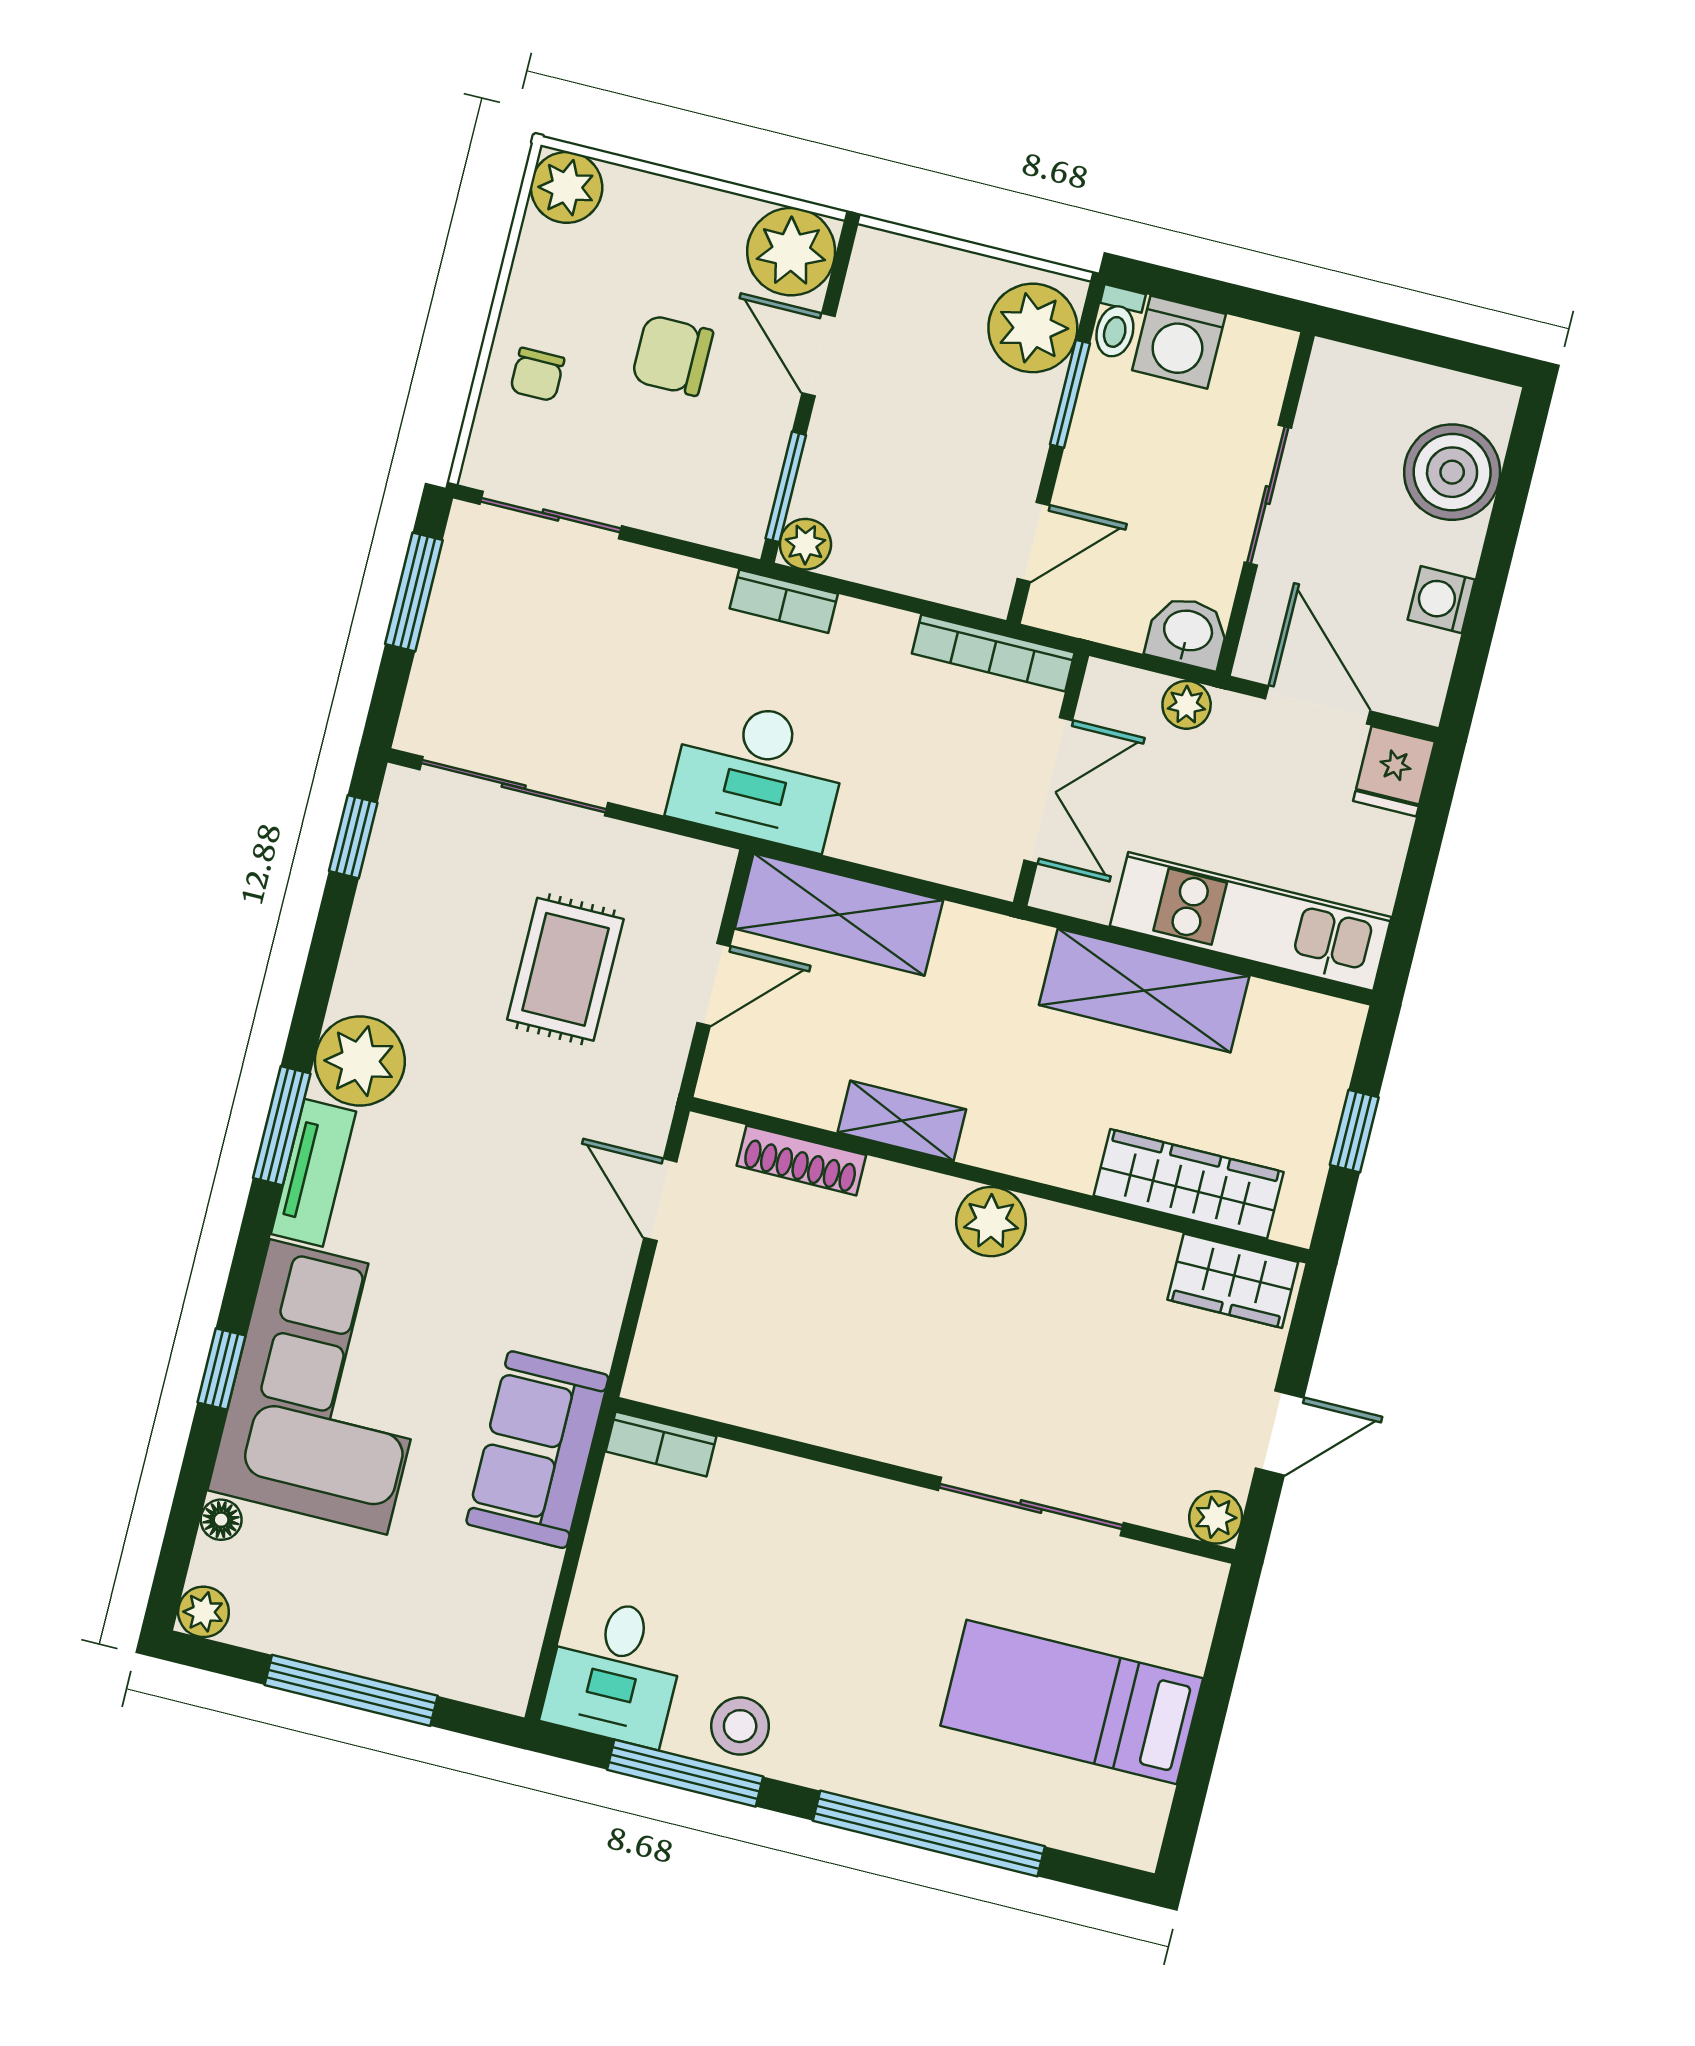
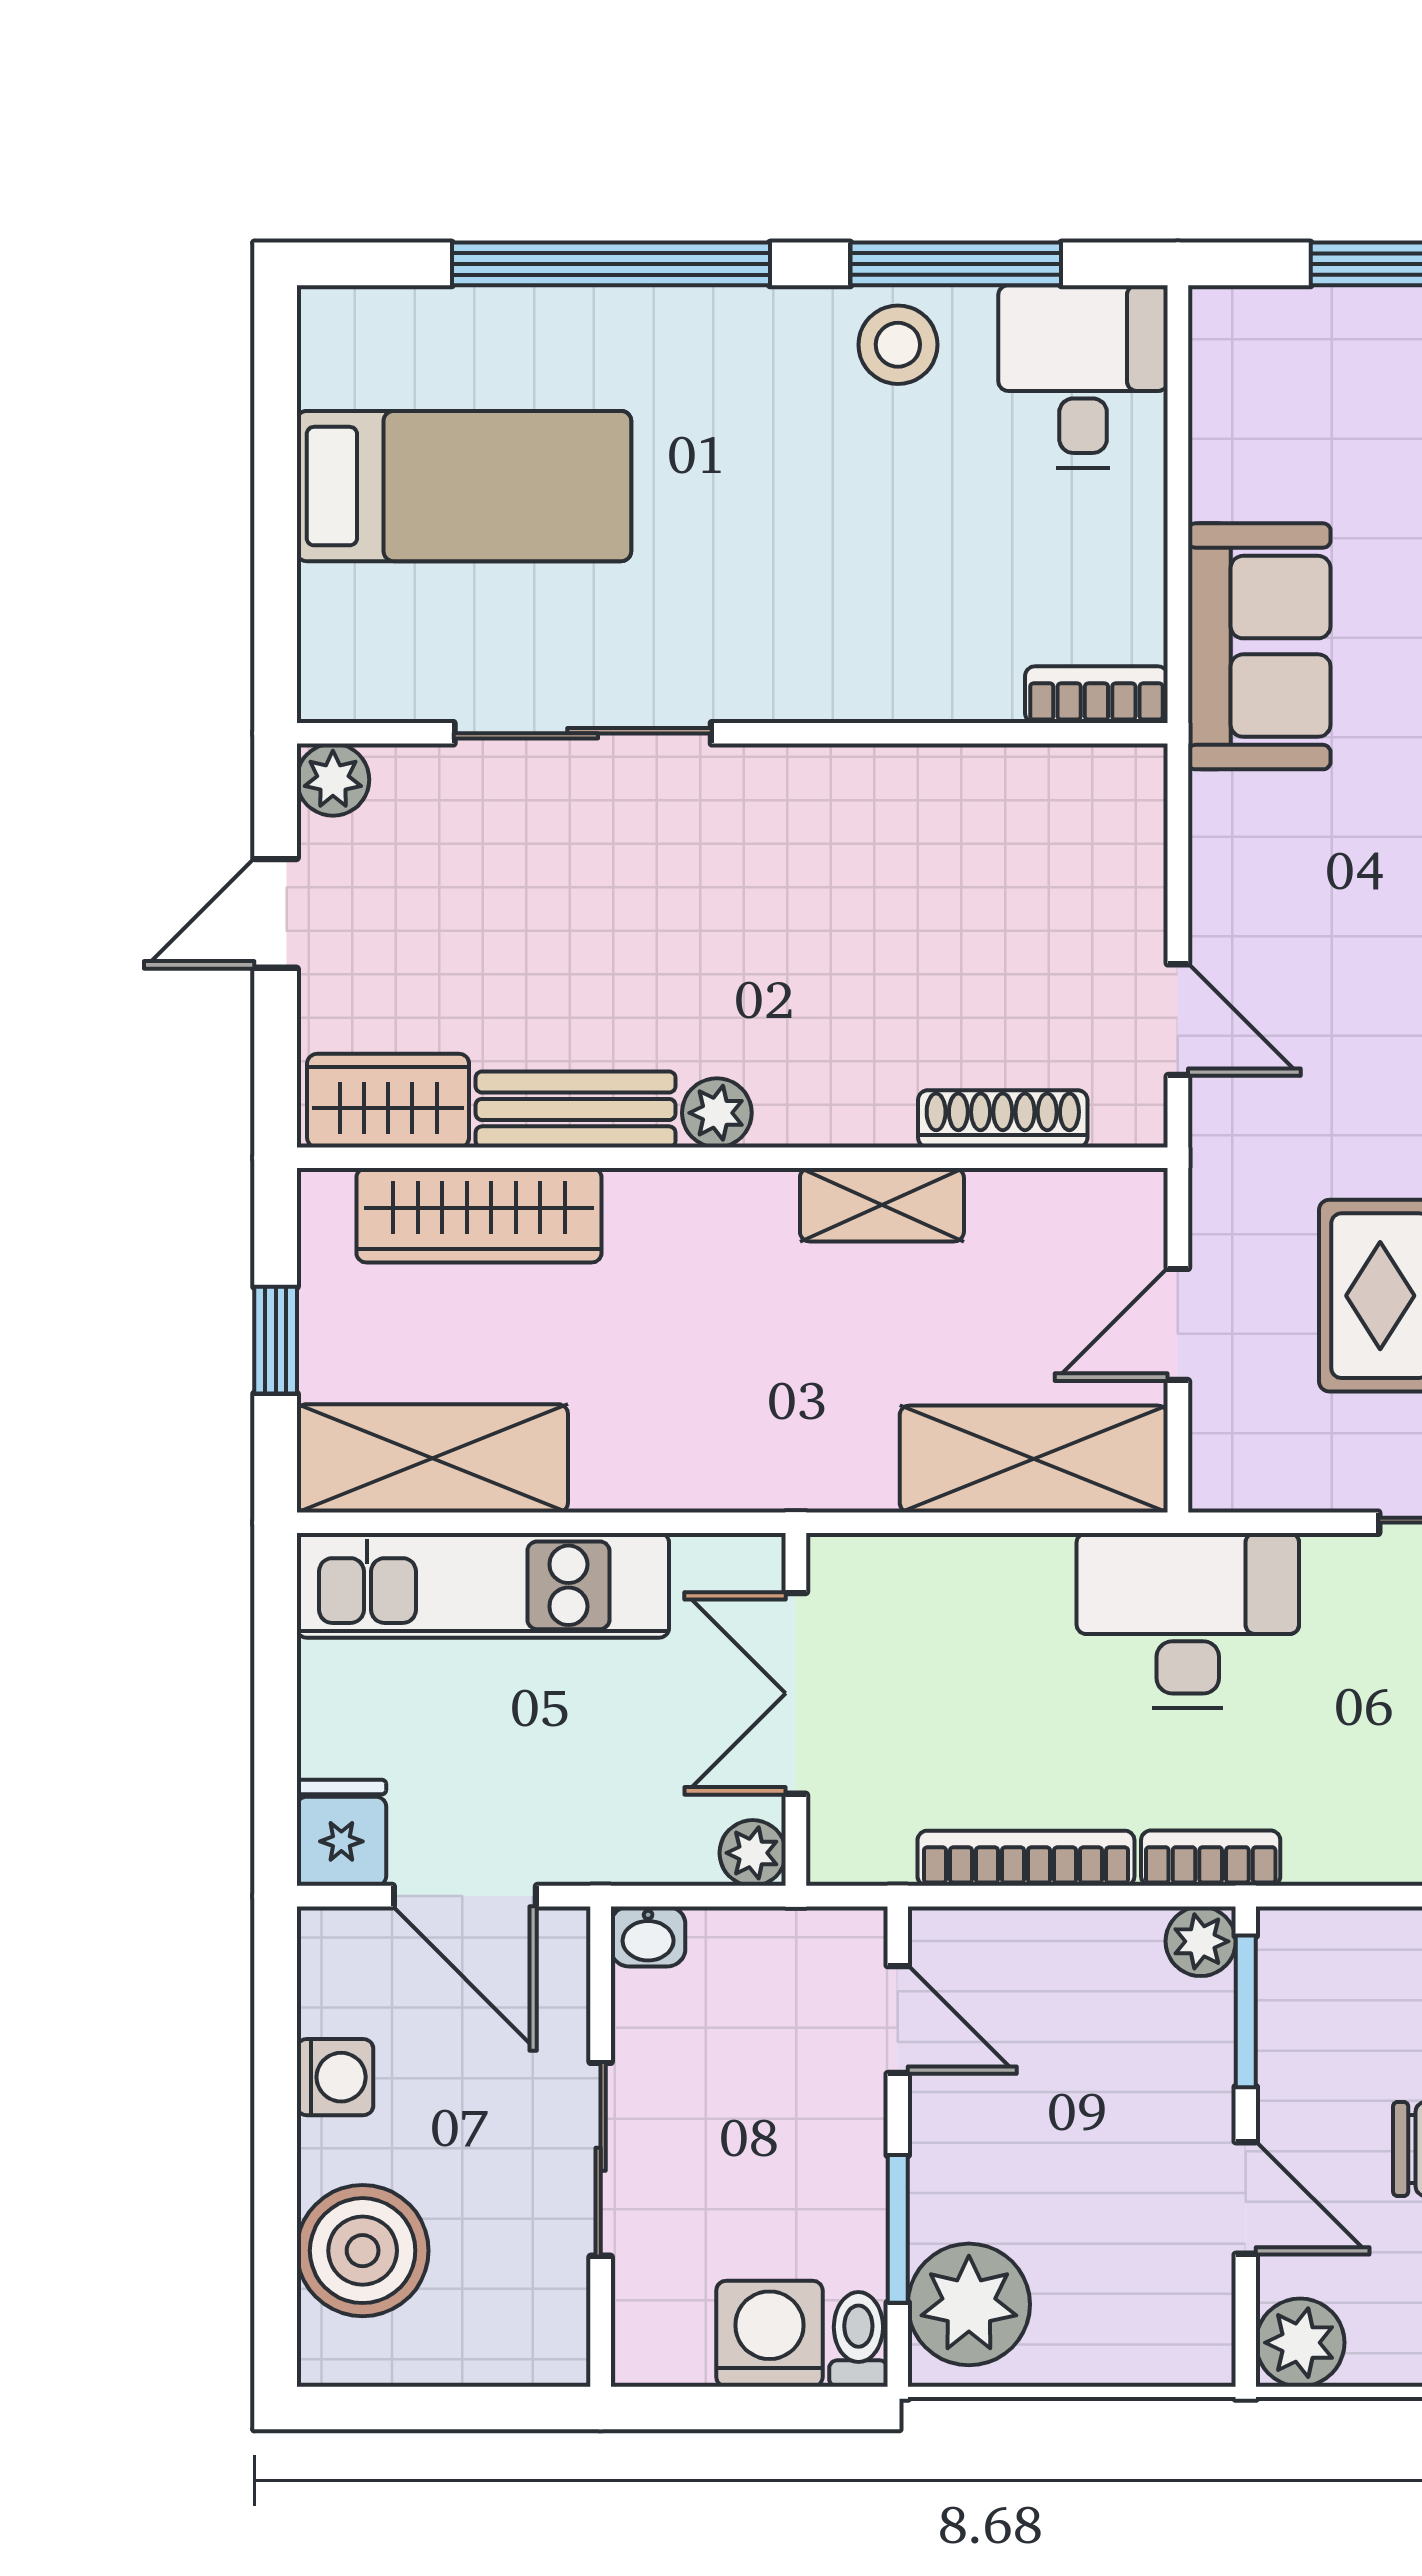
plant: (791, 252) -> (1300, 2343), width x0.73, depth x0.73
door: (1033, 542) -> (898, 2020), swing flipped
washbasin: (1188, 632) -> (648, 1936), width x0.72, depth x0.69
bookcase: (993, 653) -> (1026, 1858), moved
plant: (1187, 705) -> (753, 1853), moved
shelving: (1144, 990) -> (432, 1458), moved
plant: (991, 1222) -> (717, 1113), width x0.73, depth x0.73
bench: (1102, 1242) -> (576, 1109), added

